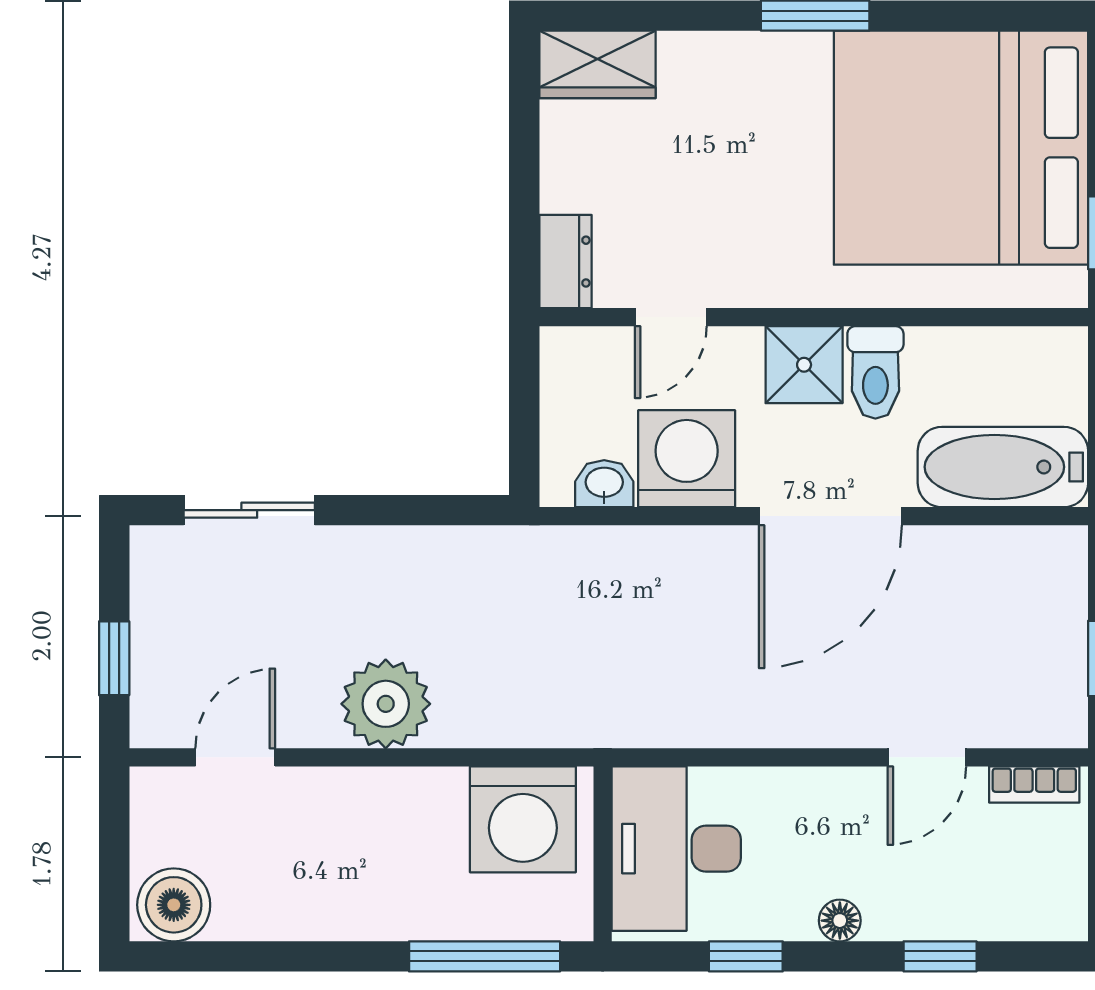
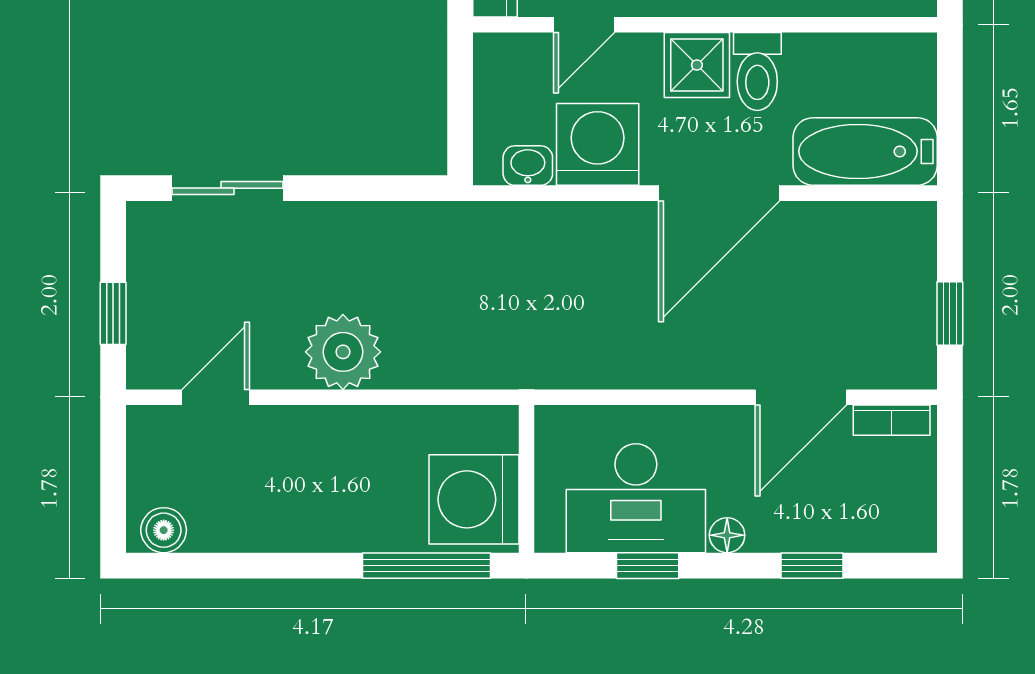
door: (927, 757) -> (801, 397), width x1.38
washing machine: (523, 819) -> (474, 499), moved, turned 90
desk: (676, 849) -> (636, 498), moved, turned -90
boiler: (174, 905) -> (164, 530), width x0.73, depth x0.73

